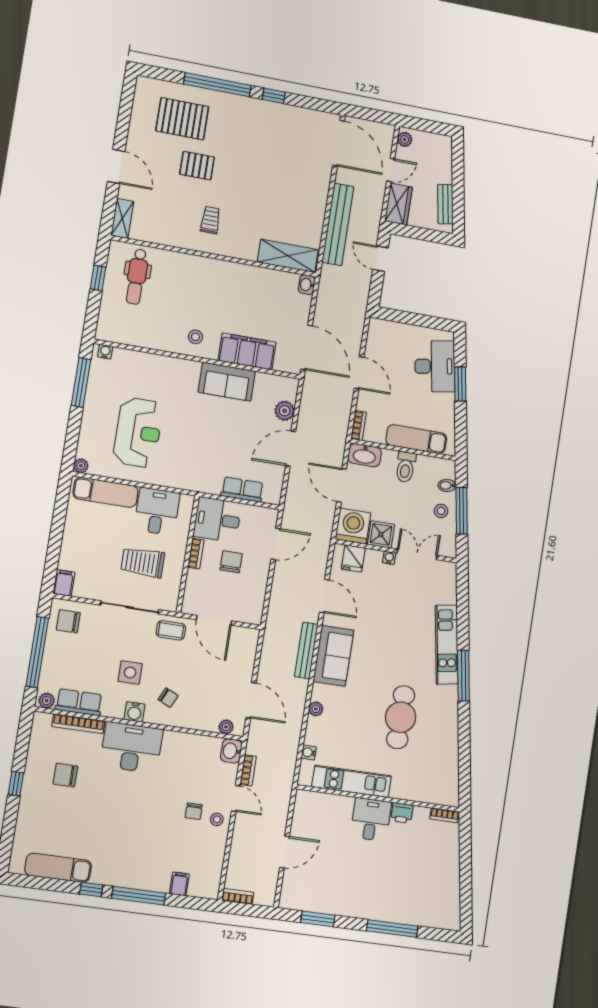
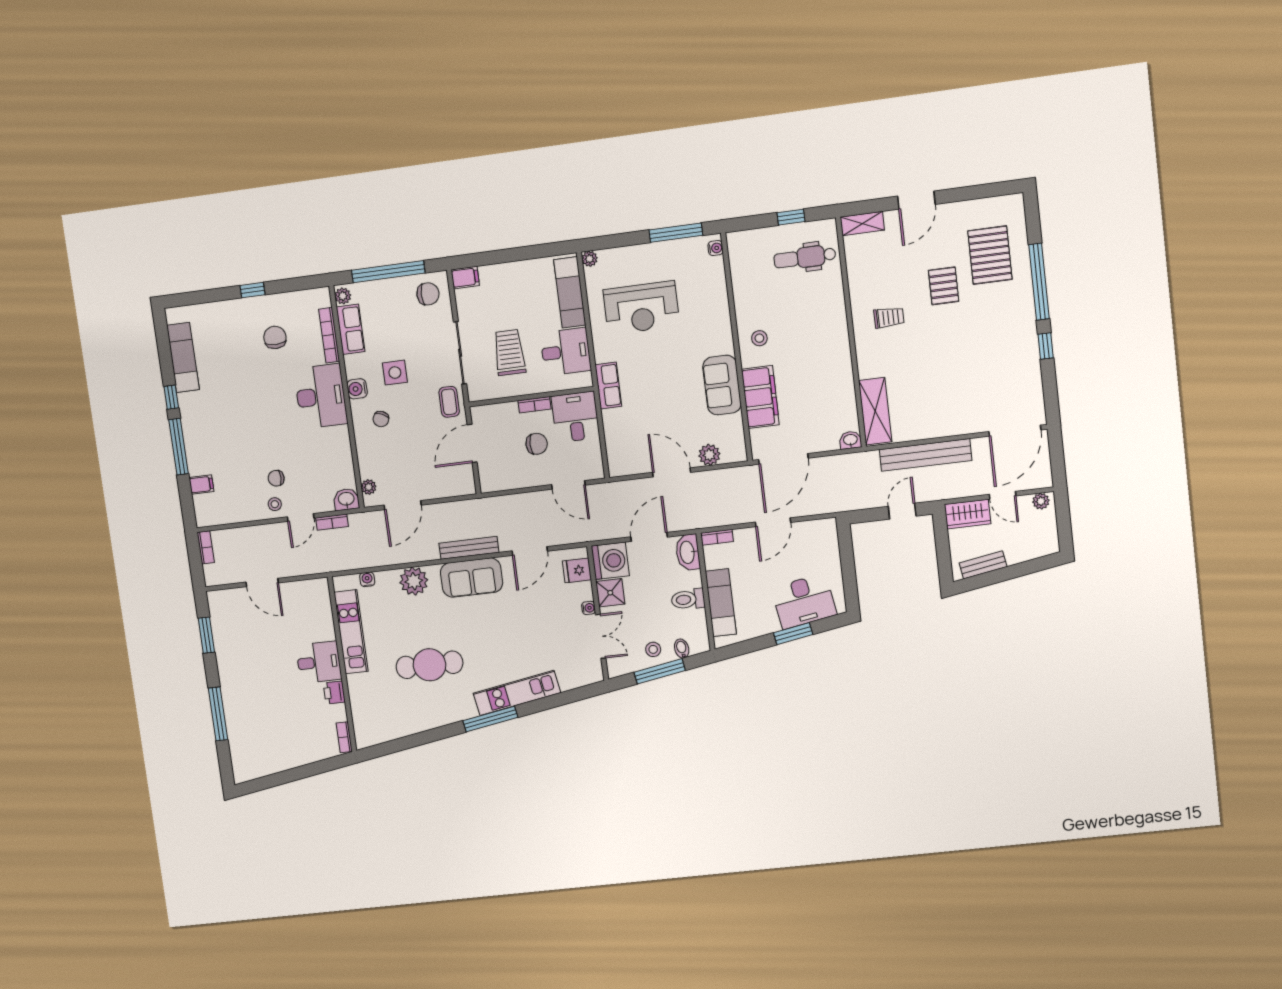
row of seats: (242, 489) -> (608, 385), moved
chair: (68, 621) -> (428, 294), turned 90
plant: (316, 709) -> (414, 581), width x1.88, depth x1.88

